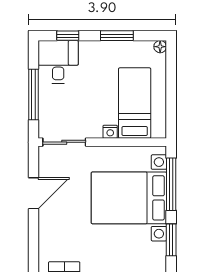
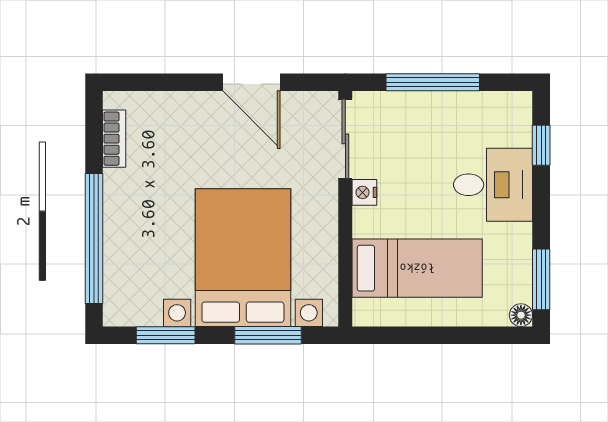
window: (117, 36) -> (541, 279), moved
desk: (58, 62) -> (493, 185), moved
nightstand: (110, 132) -> (364, 192), moved
window: (171, 184) -> (268, 335), width x0.69

